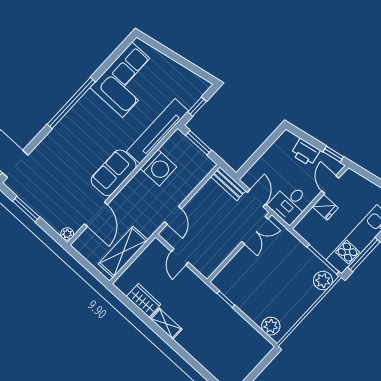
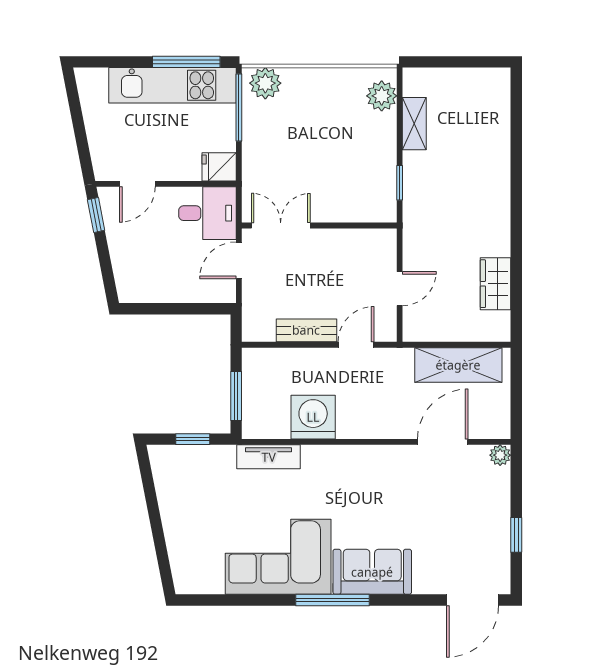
corner sofa: (127, 80) -> (278, 557), moved
window: (71, 103) -> (332, 600), width x0.68
tv unit: (158, 131) -> (269, 457), width x0.52, depth x0.78
printer: (305, 152) -> (126, 252), removed
sofa: (114, 173) -> (372, 572), moved, turned 180
bench: (228, 184) -> (306, 330), moved, turned 90
fridge: (325, 207) -> (219, 167), moved, turned -90
window: (26, 209) -> (516, 535), width x0.67
shelving: (166, 324) -> (414, 124), moved

